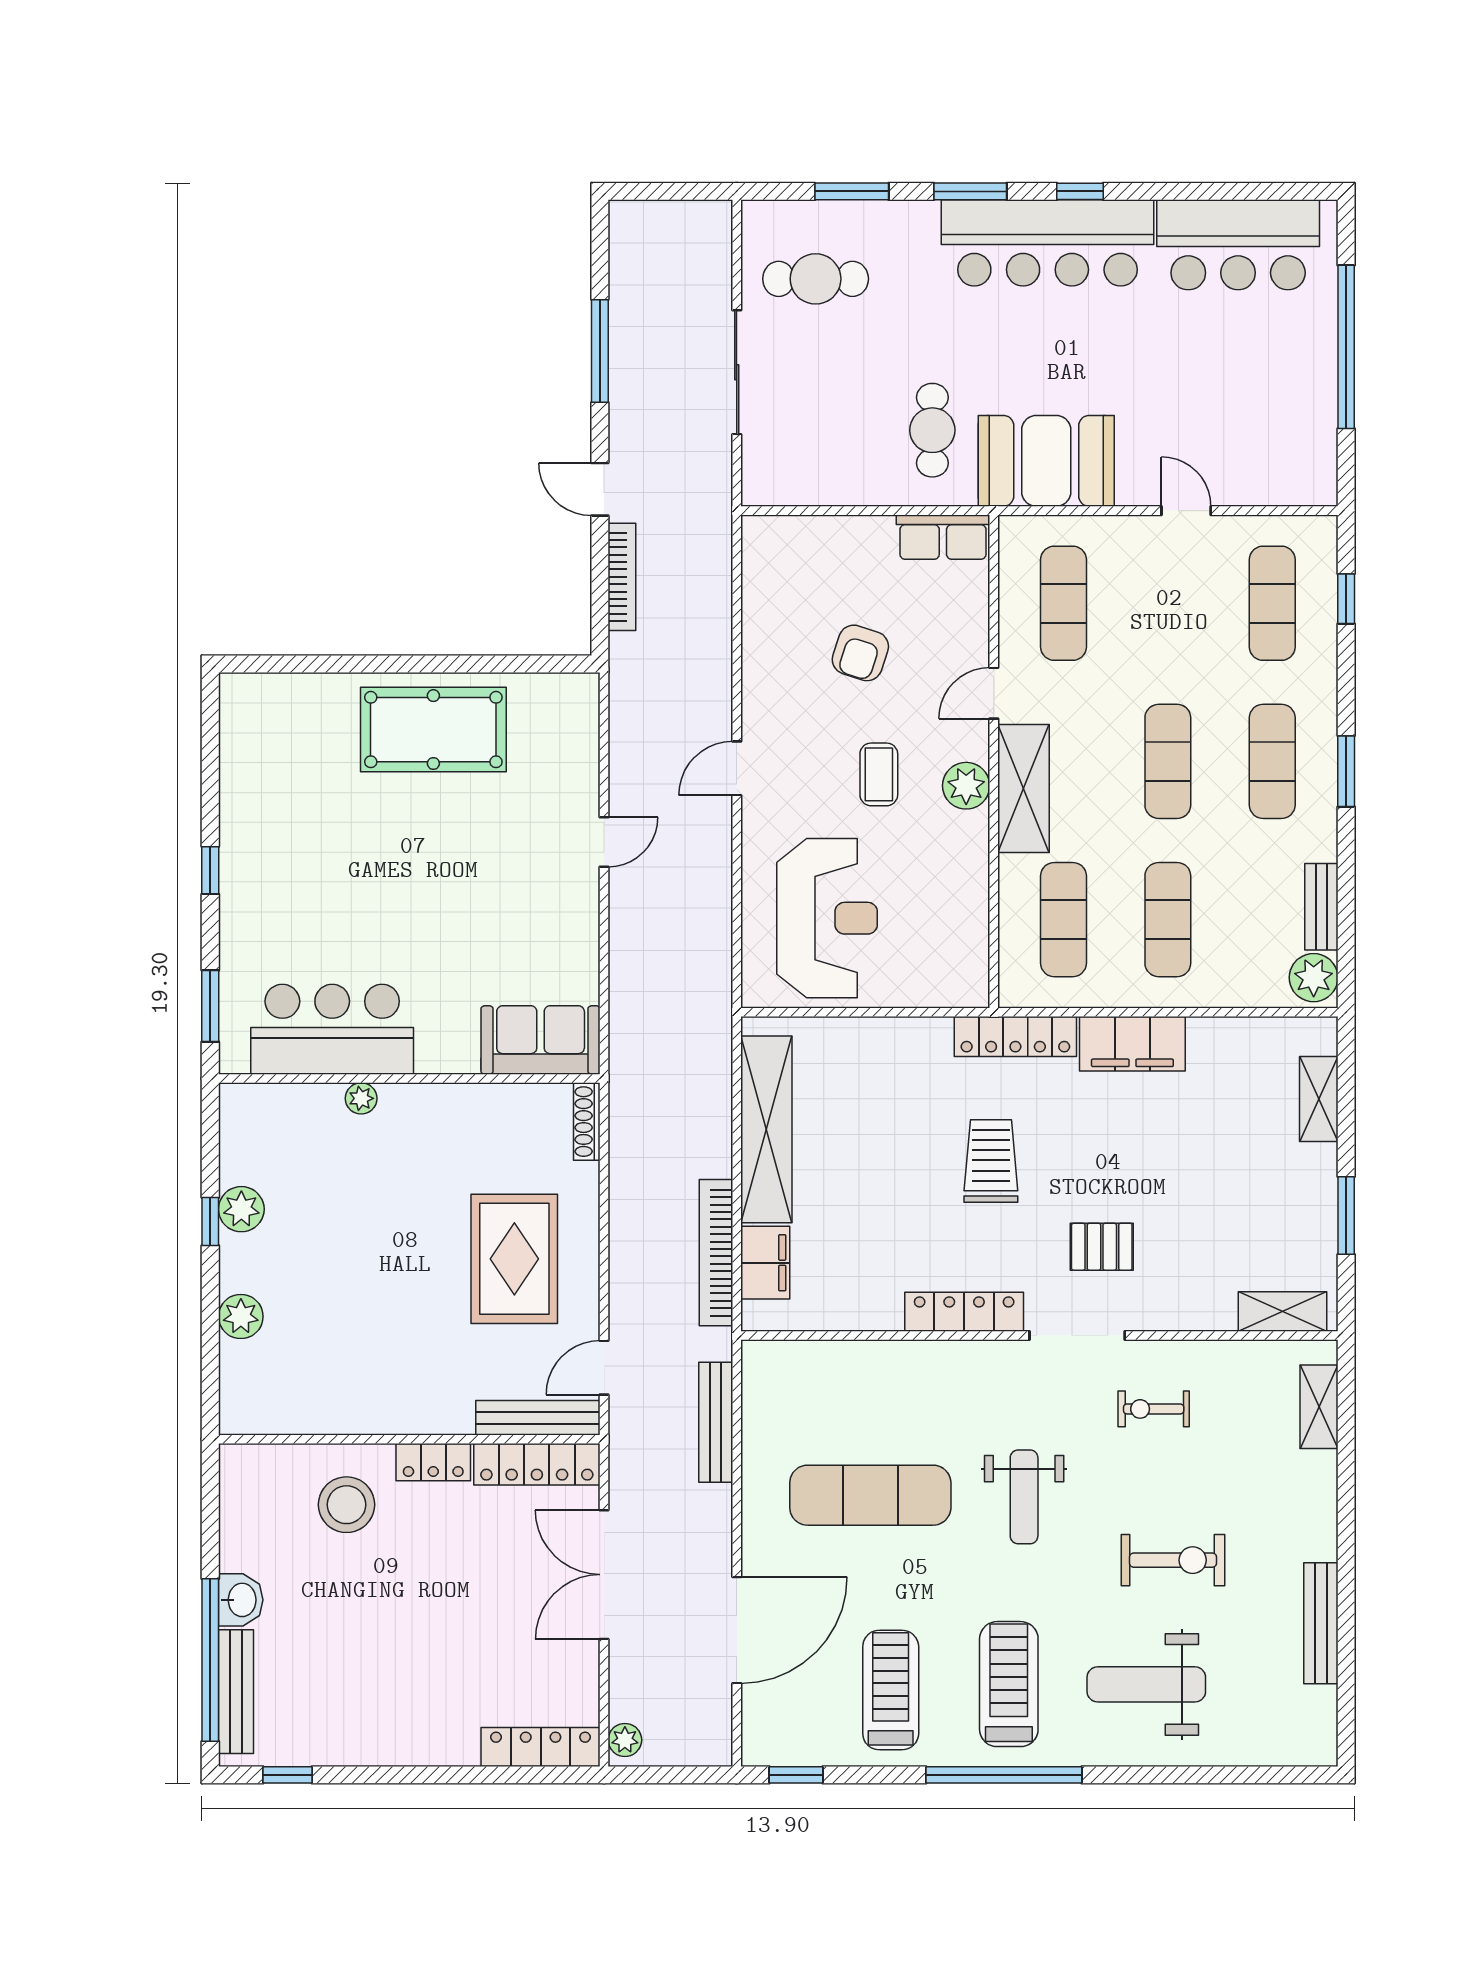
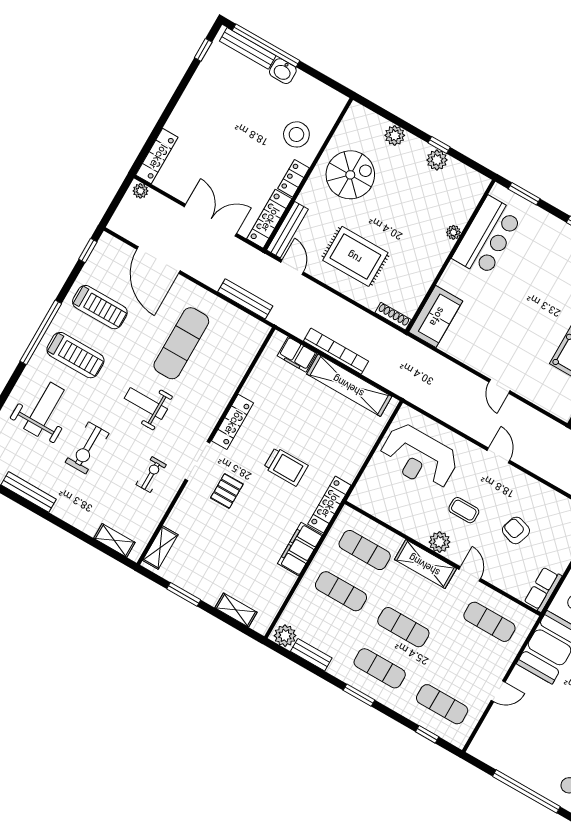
bookcase: (716, 1253) -> (336, 351), moved
spiral stairs: (364, 1358) -> (350, 175), added

